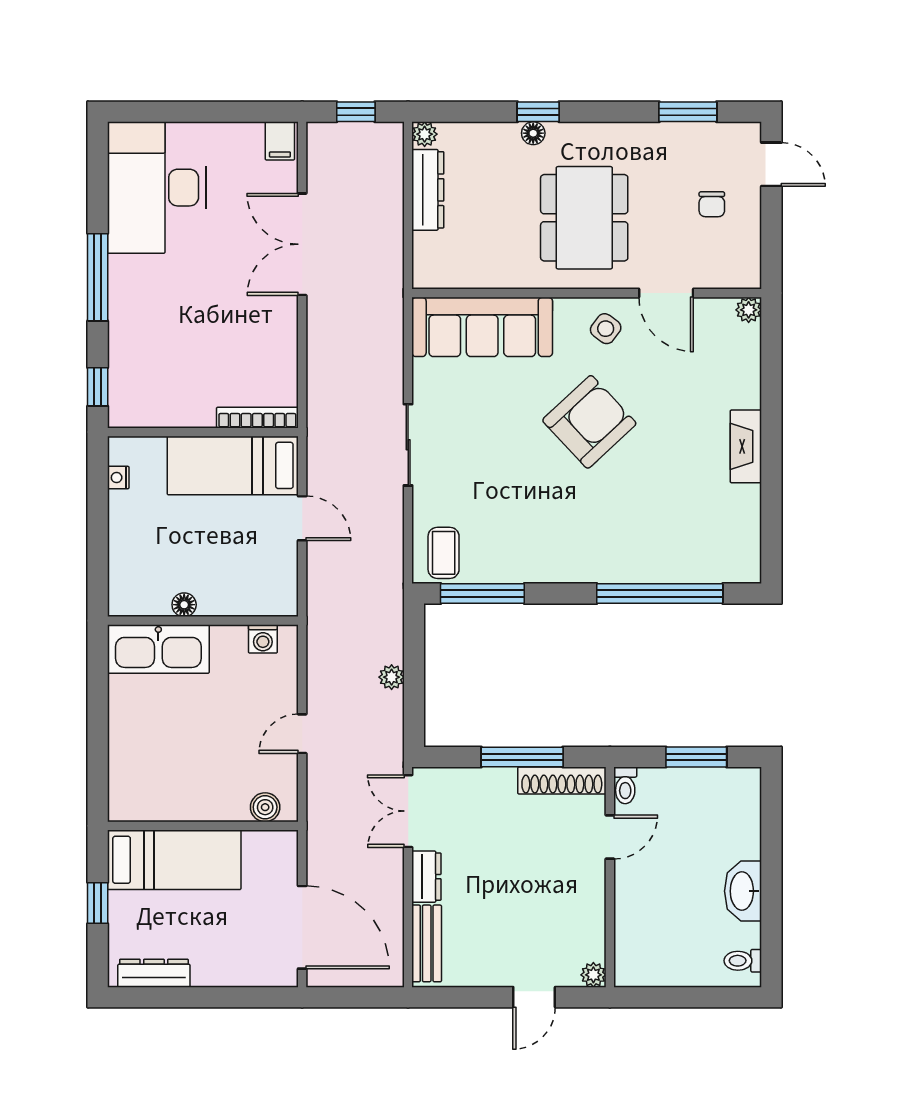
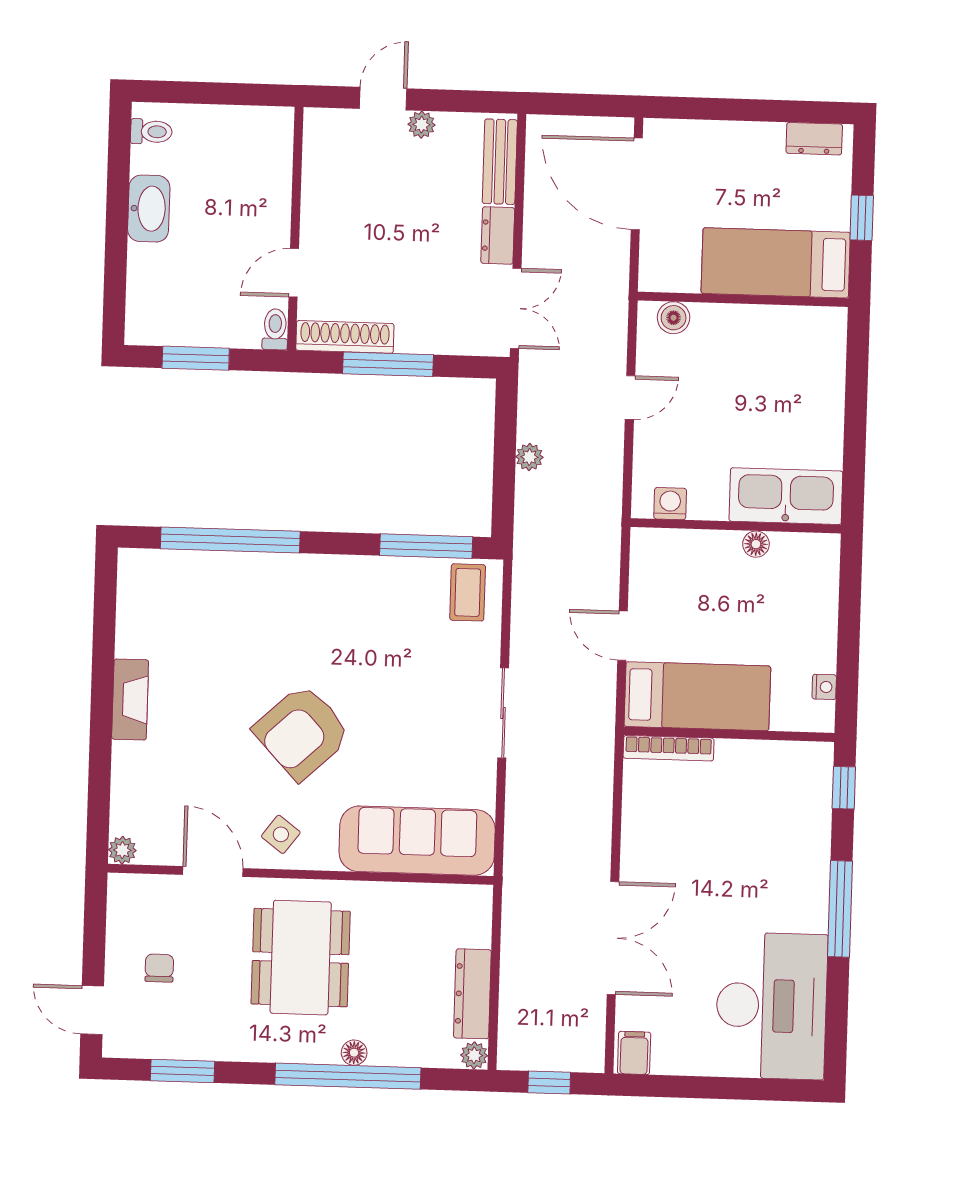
window: (538, 112) -> (348, 1076), width x3.17
dresser: (154, 973) -> (814, 139), width x0.70
plant: (593, 975) -> (422, 125), moved

